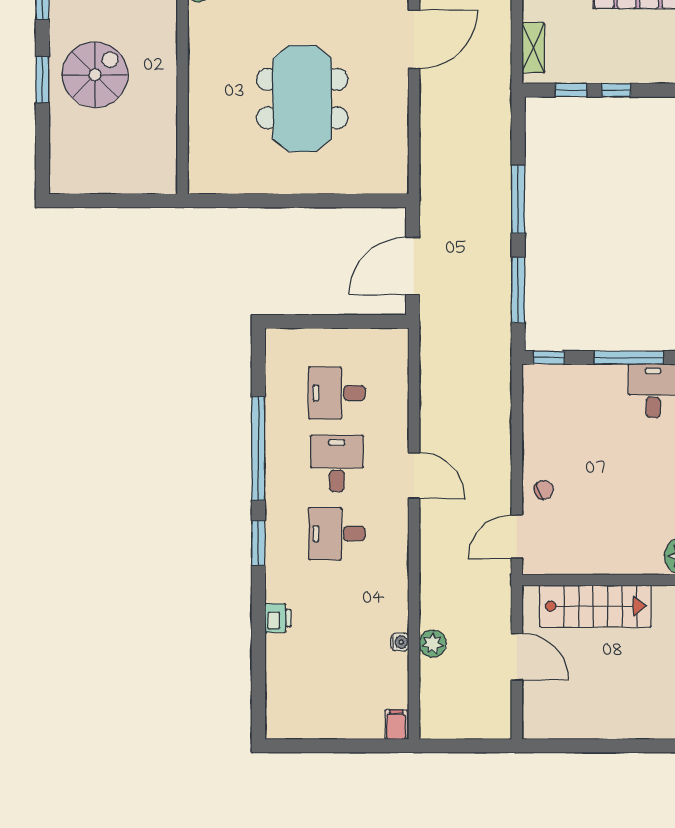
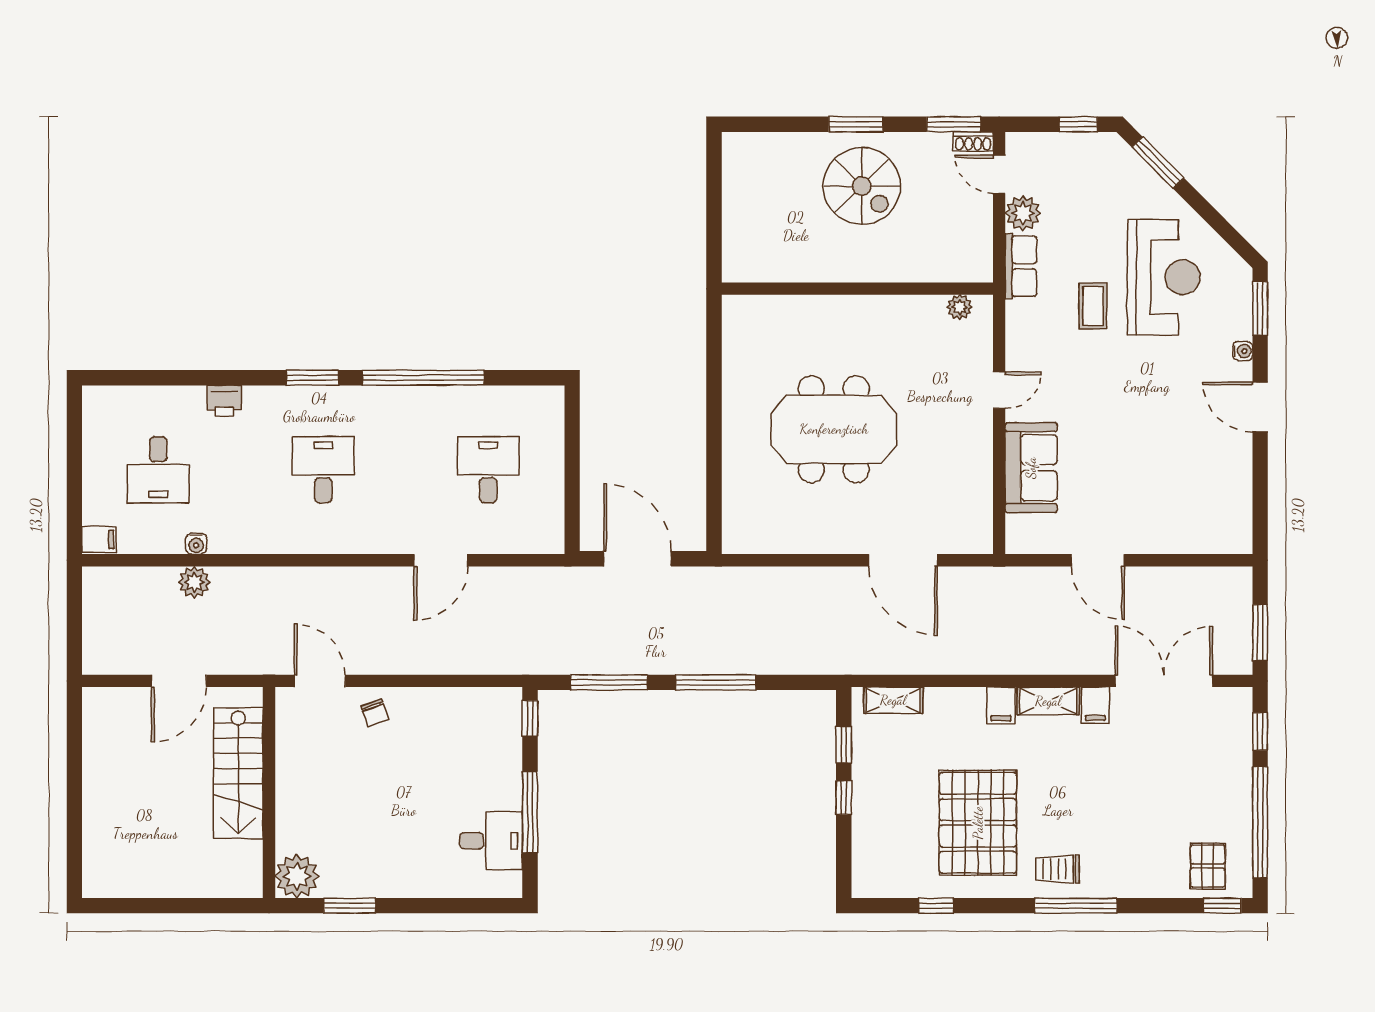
desk: (337, 463) -> (158, 470), moved, turned 90
door: (414, 476) -> (441, 560), moved

